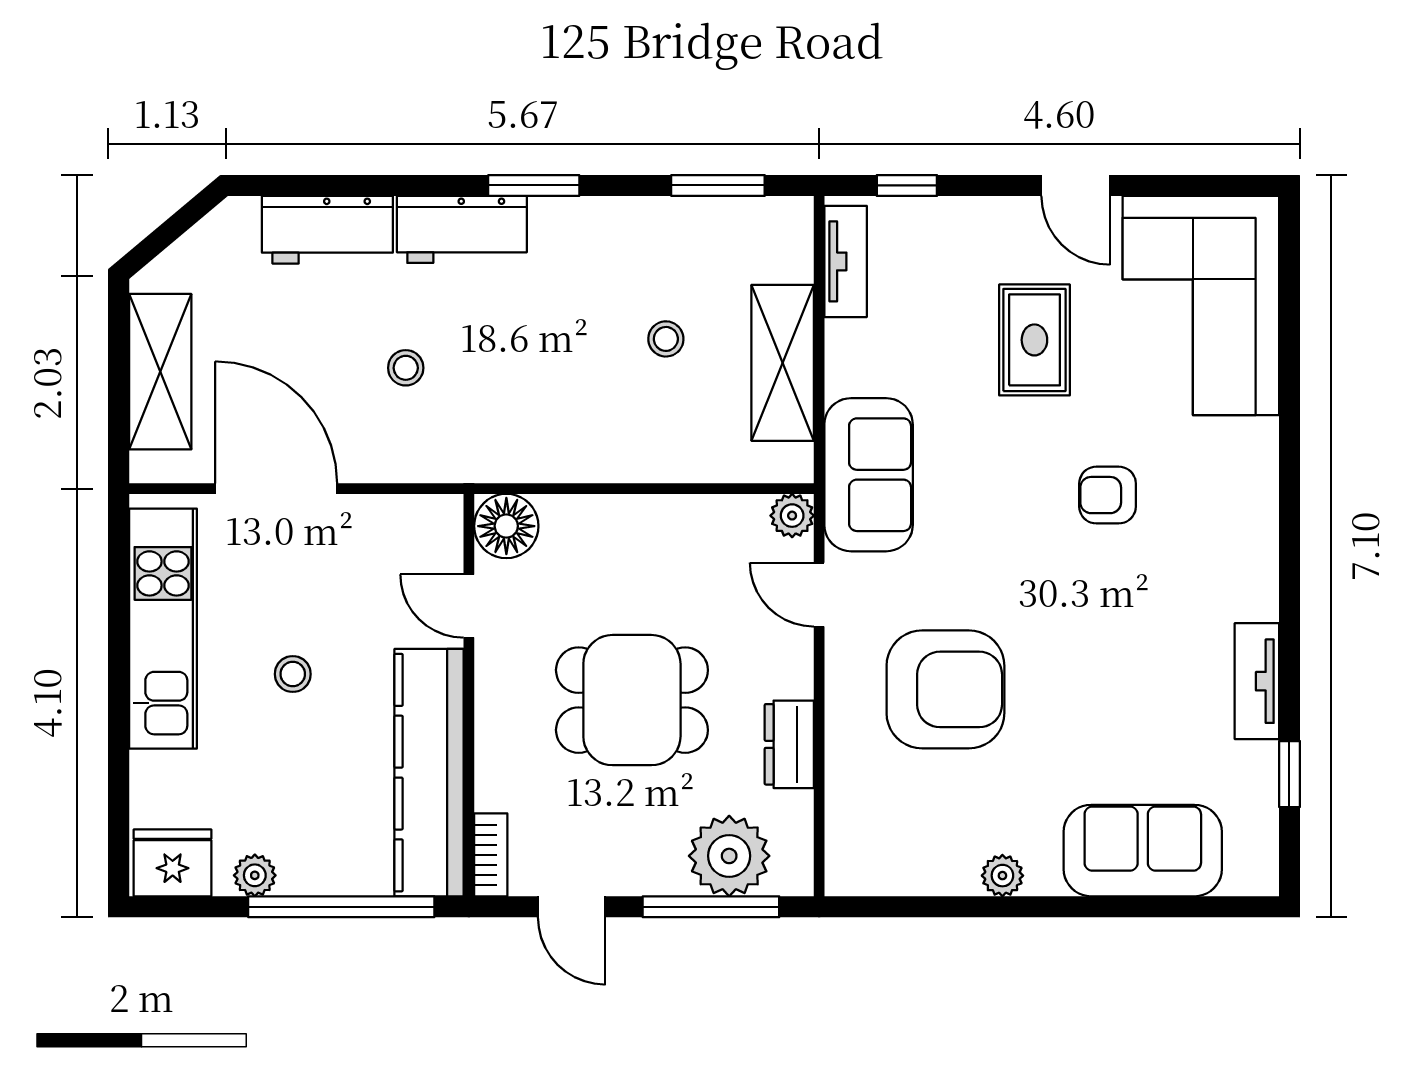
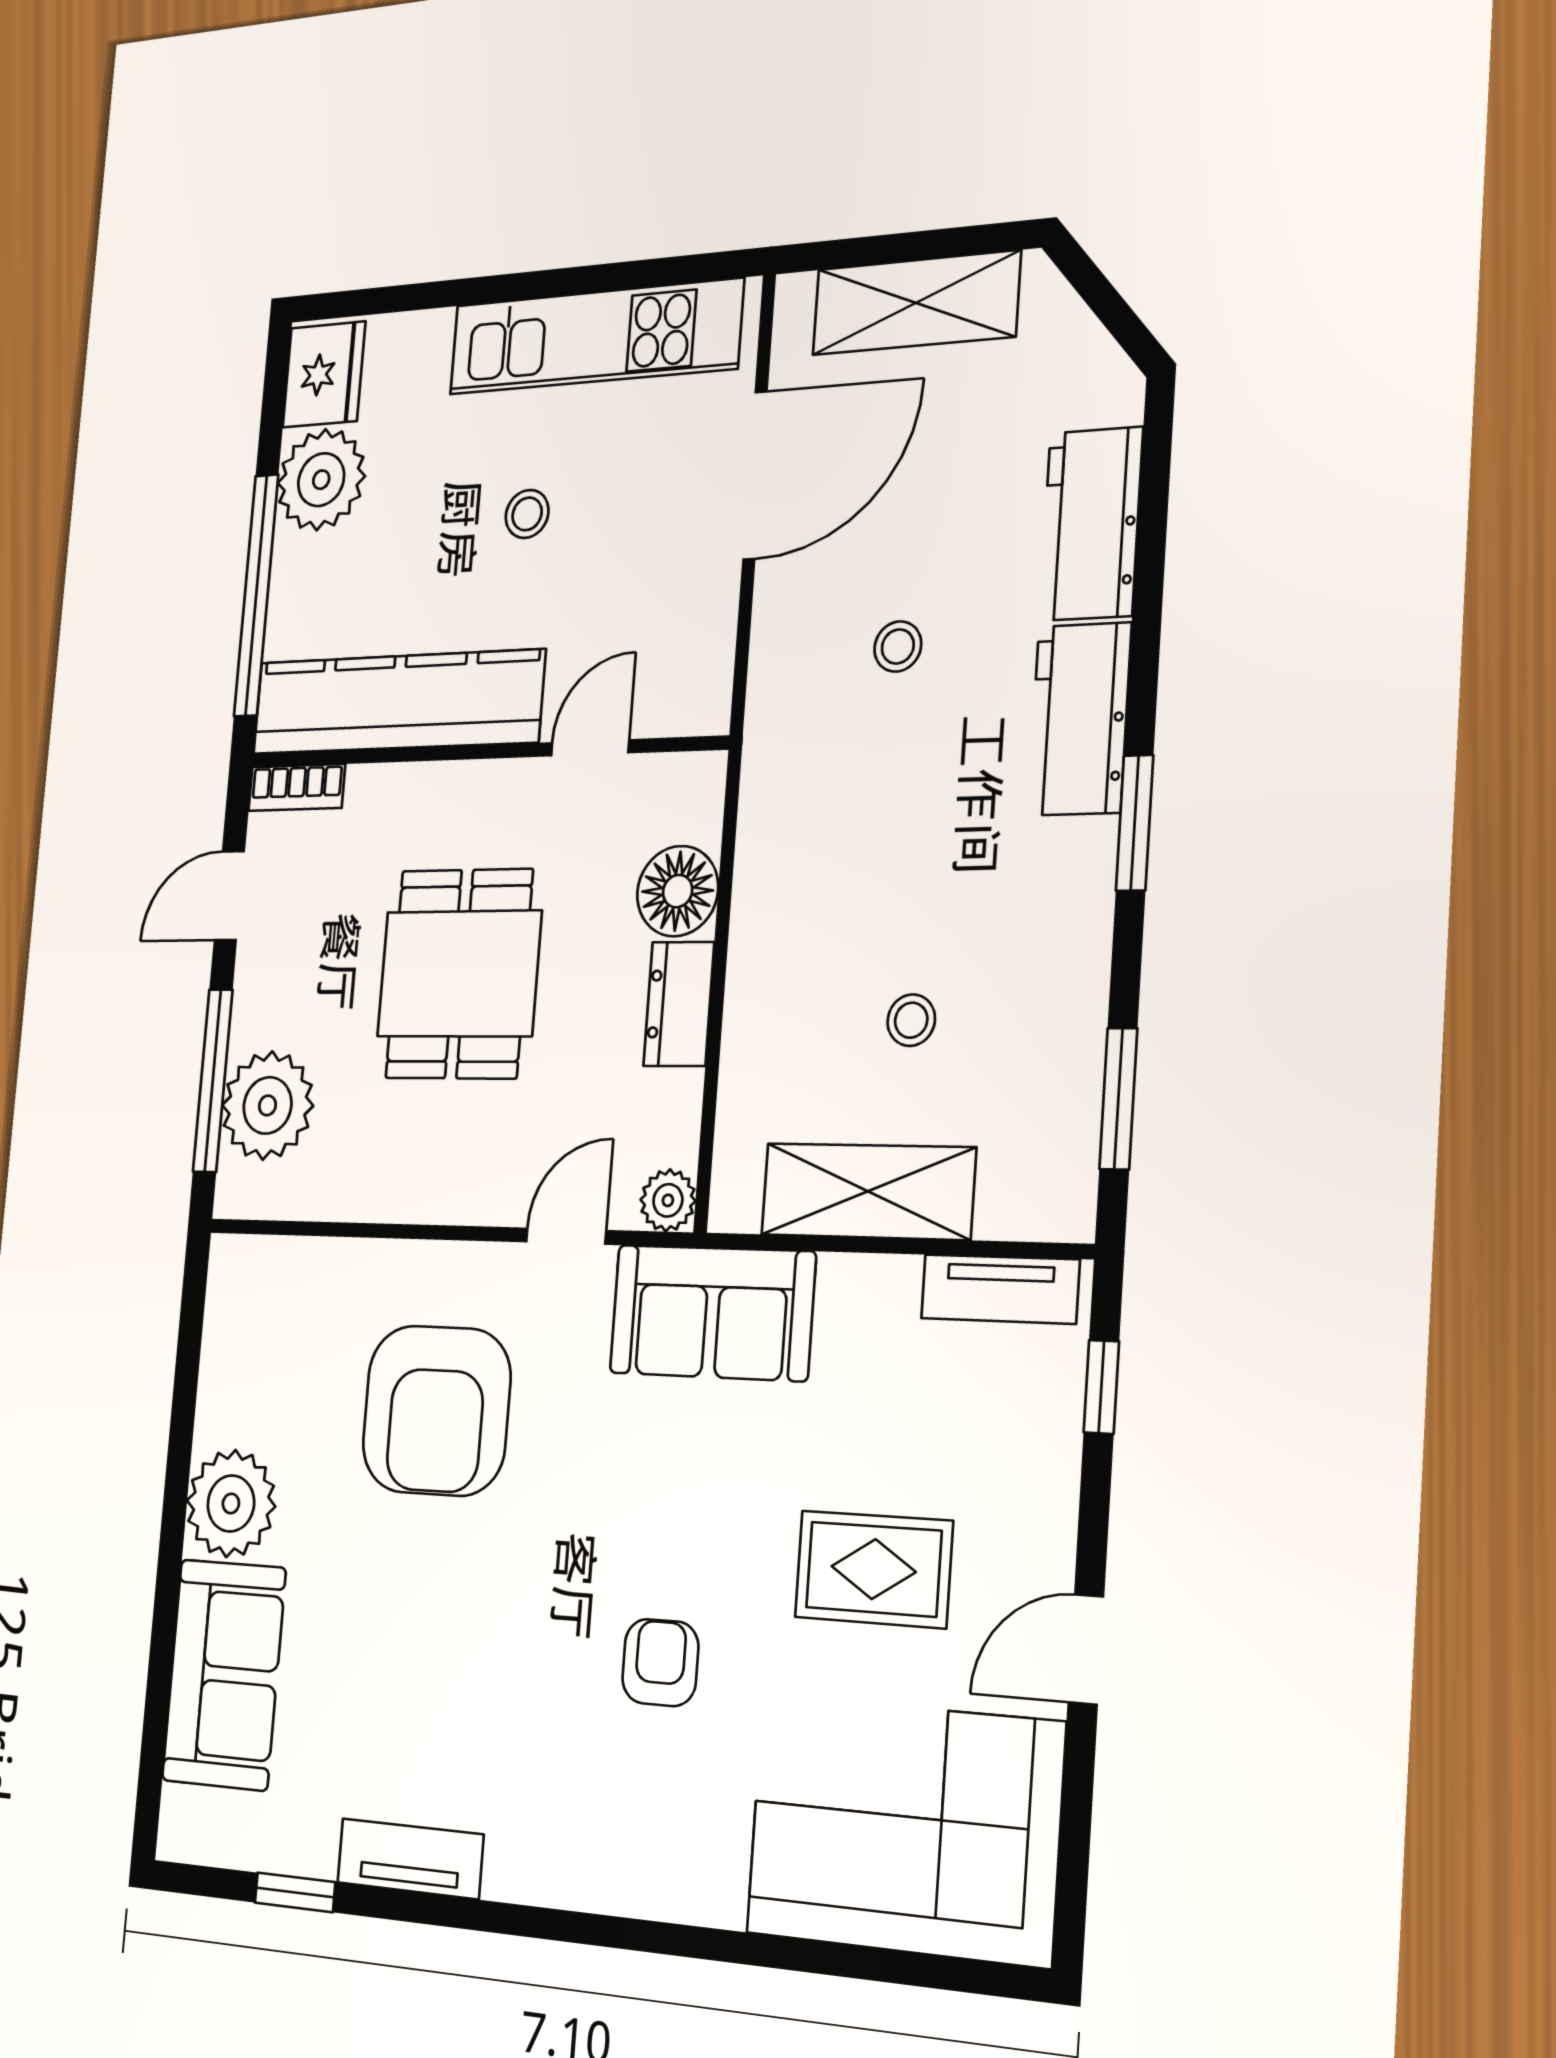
floor lamp: (506, 526) -> (678, 891), moved
dresser: (789, 744) -> (679, 1004), moved, turned -90
plant: (255, 875) -> (321, 480), width x1.88, depth x1.88
plant: (1002, 876) -> (231, 1503), width x1.88, depth x1.88

